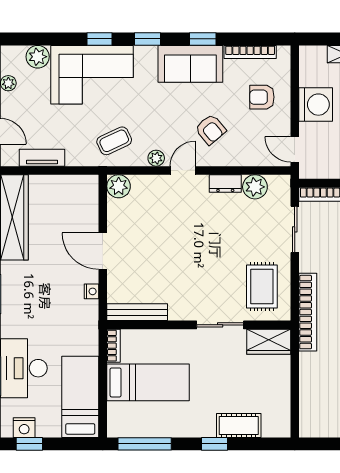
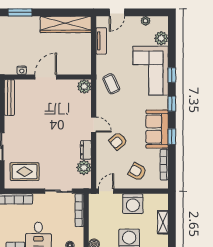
armchair: (262, 97) -> (137, 172), turned -60
plant: (156, 158) -> (101, 109), removed

